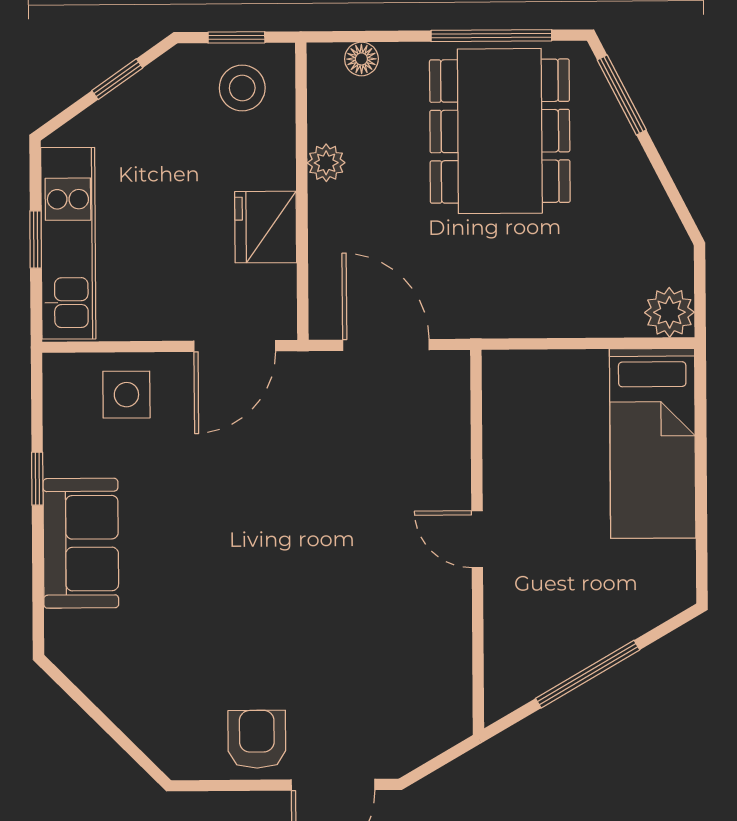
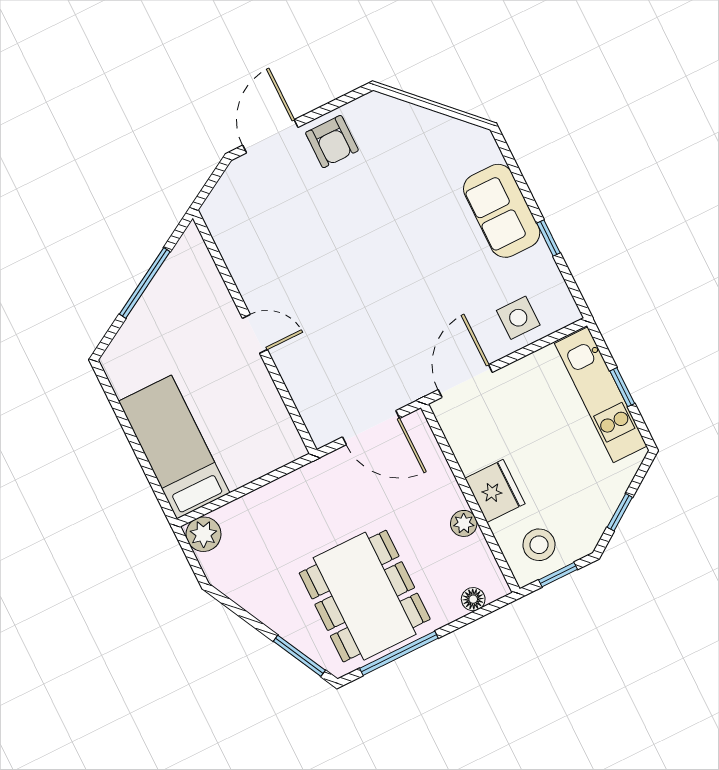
fridge: (266, 227) -> (495, 491), moved

